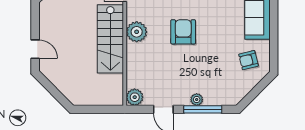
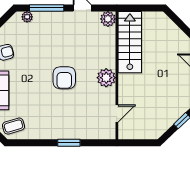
stairs: (110, 39) -> (130, 42), moved
plant: (197, 100) -> (27, 17), moved

